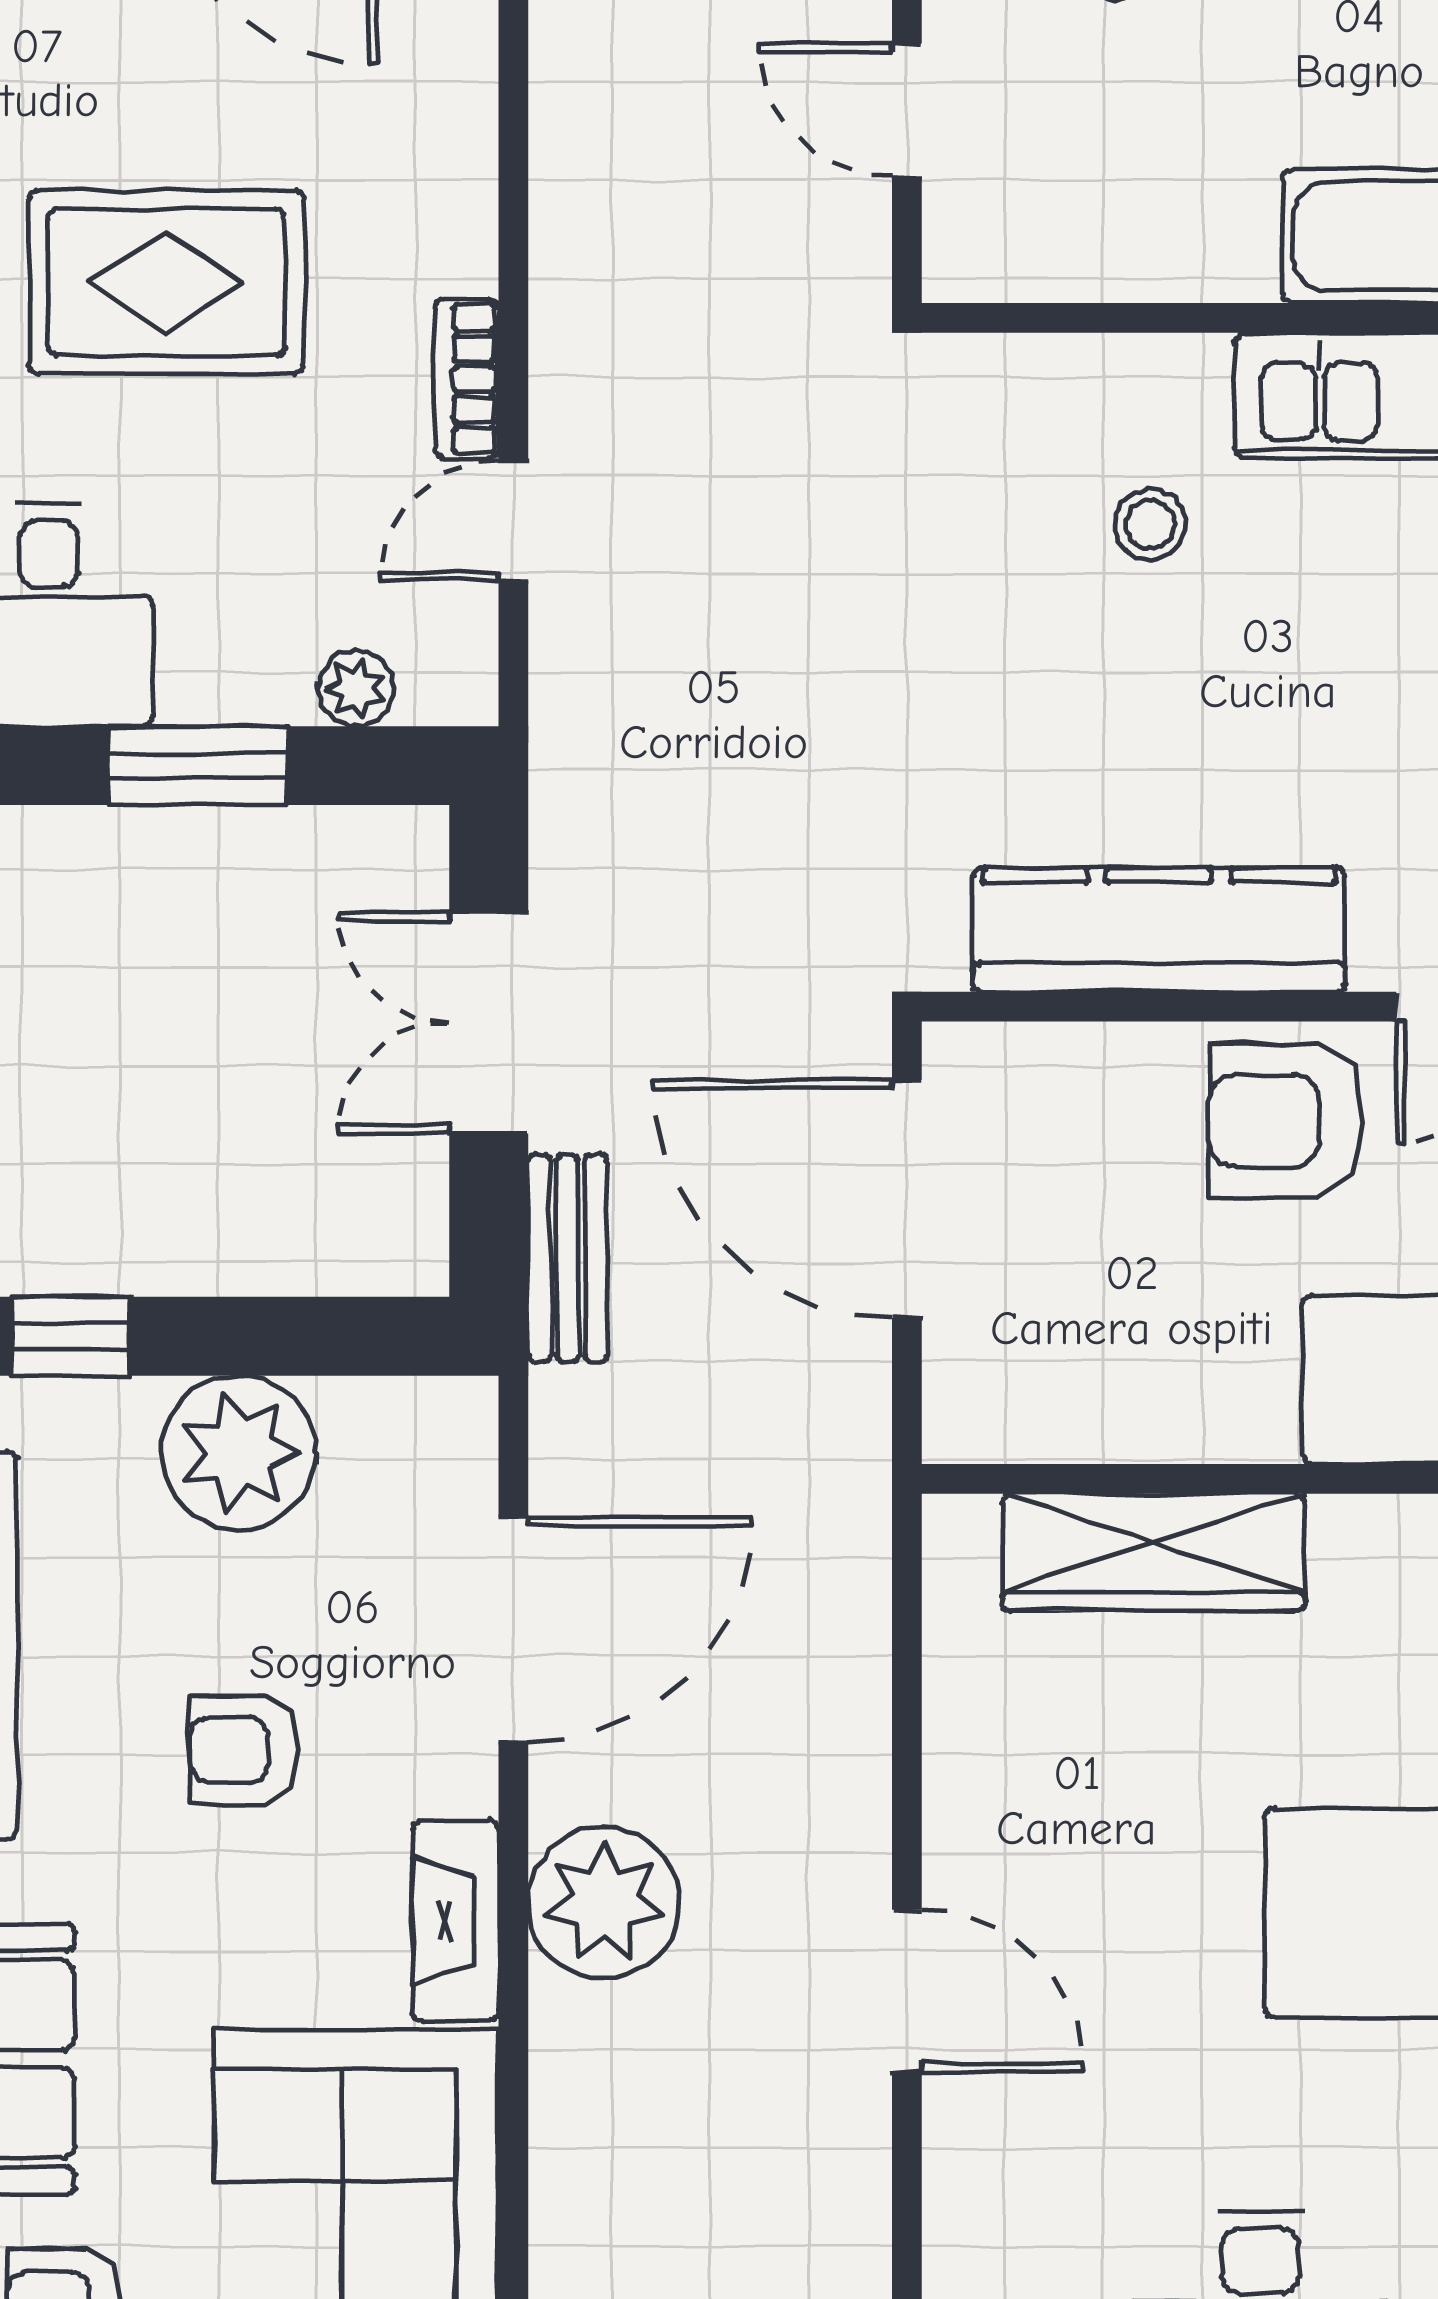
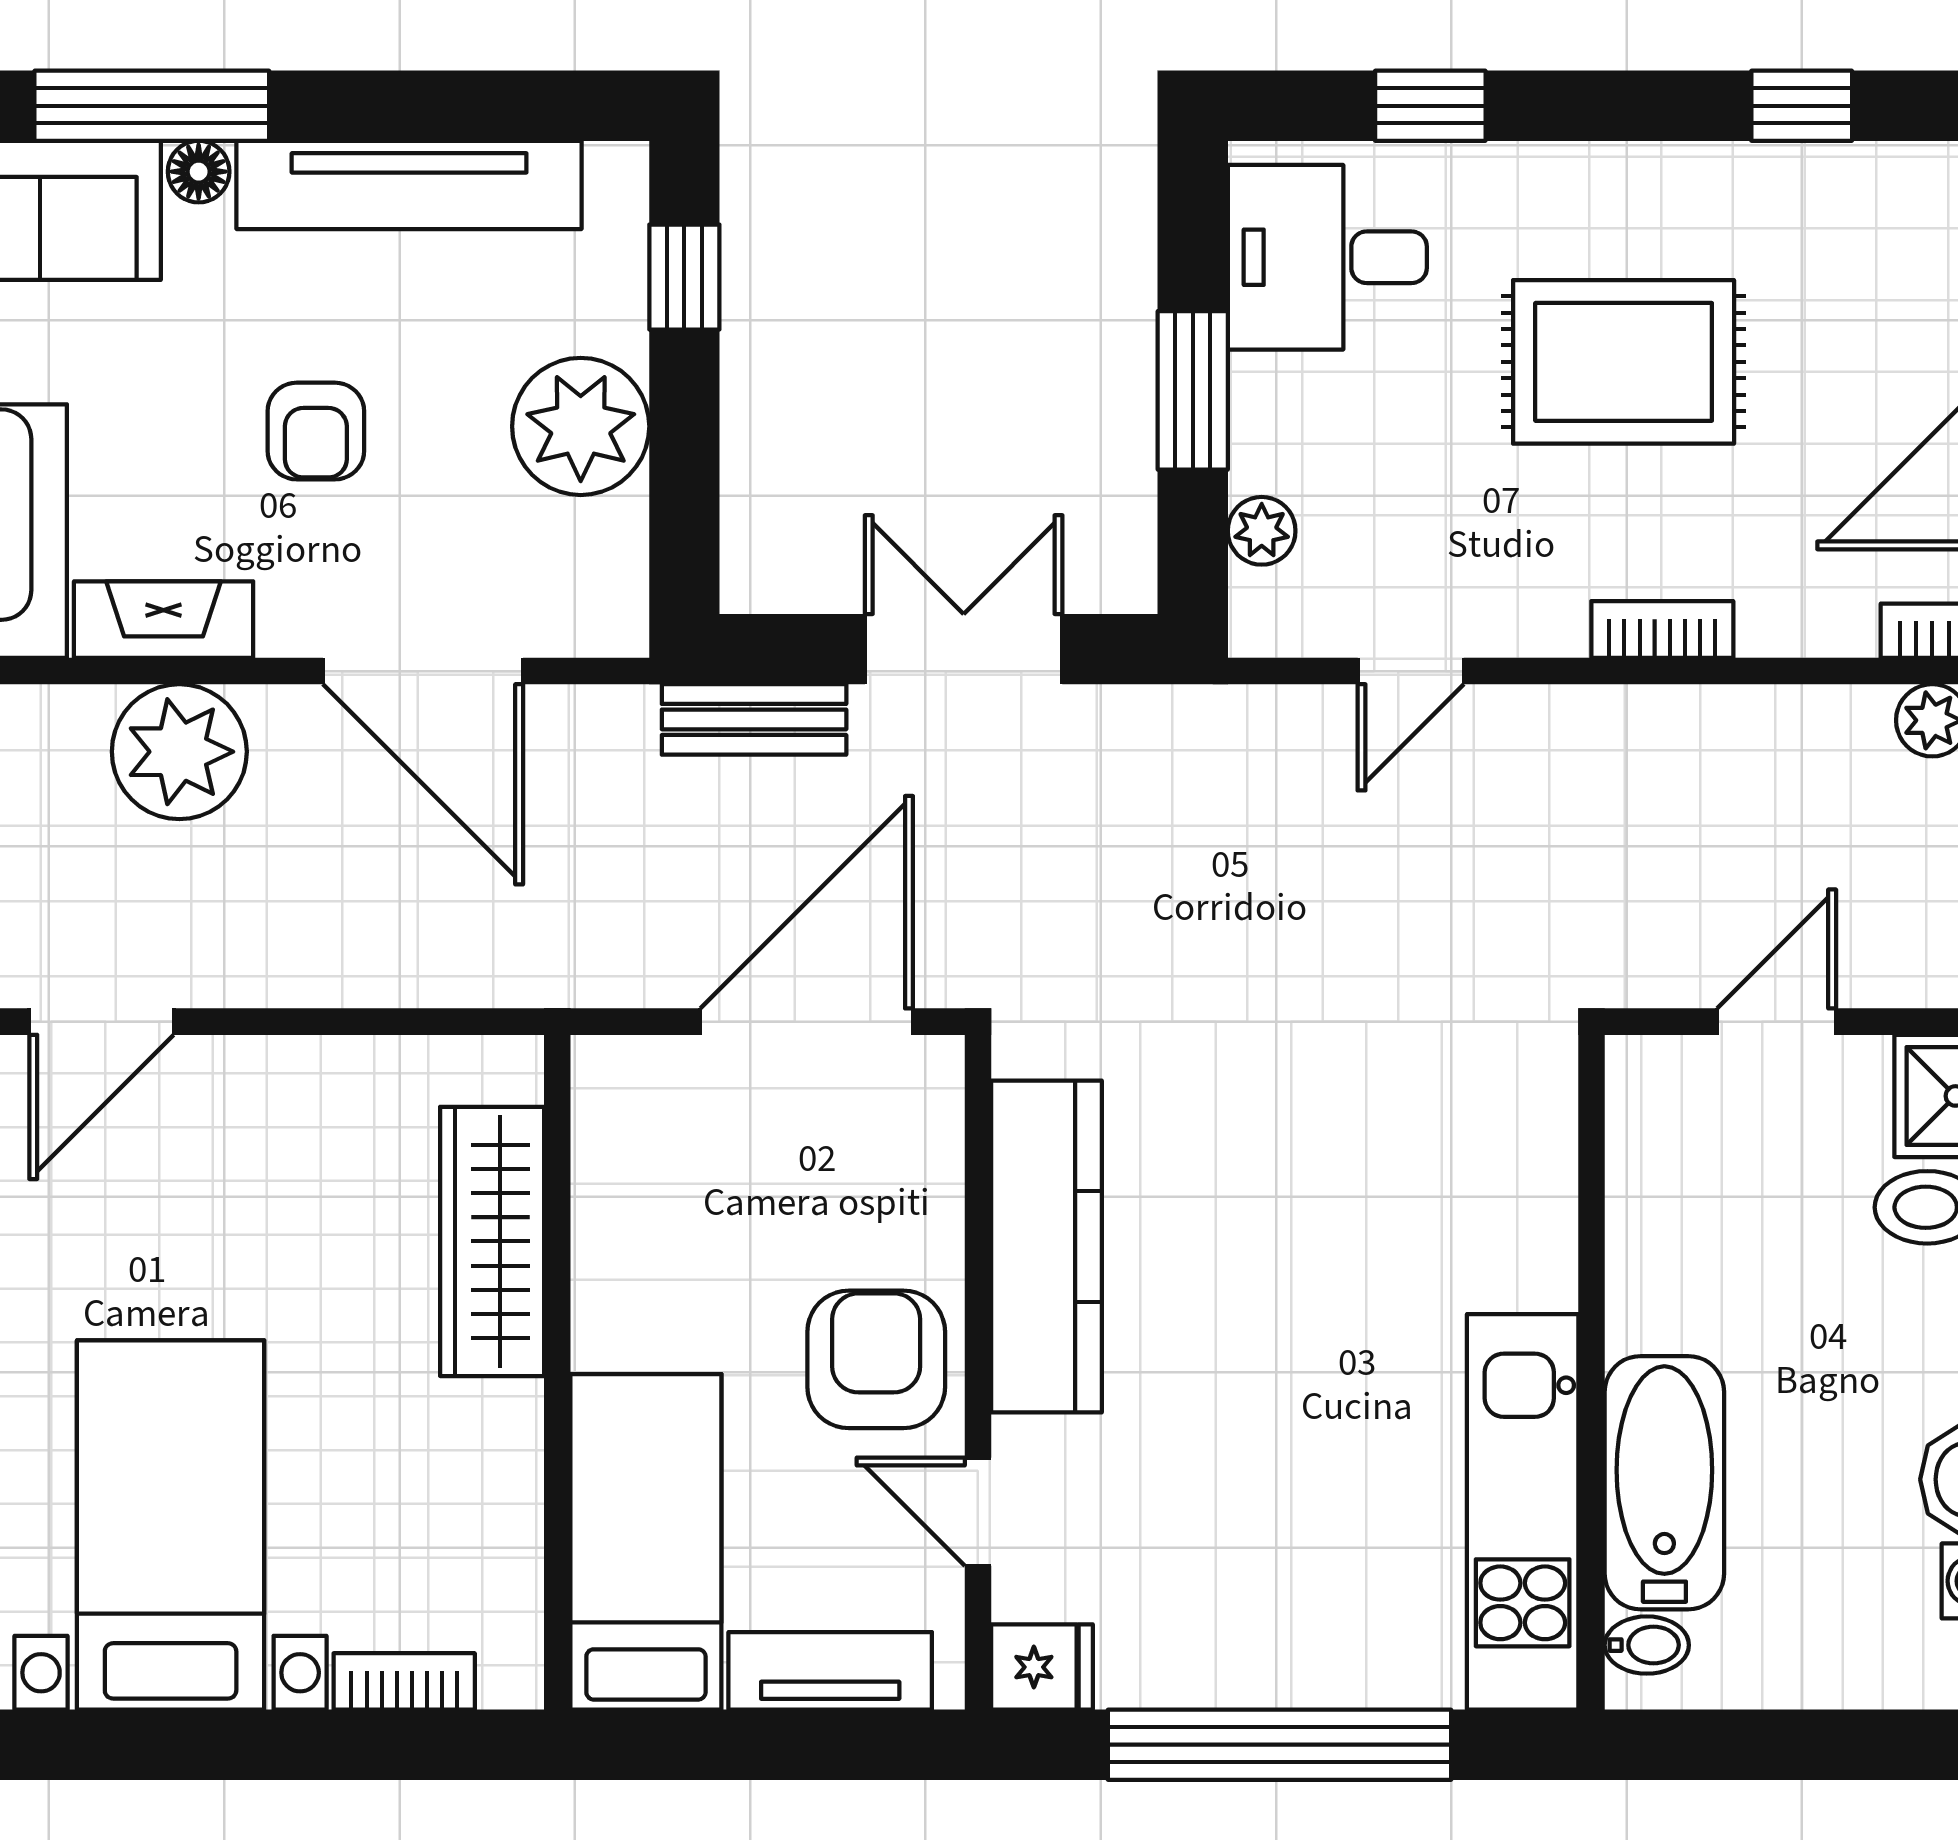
rug: (166, 282) -> (1624, 362), turned 90
bookcase: (467, 379) -> (1662, 629), moved
door: (513, 521) -> (1411, 671), swing flipped
stool: (1150, 525) -> (1408, 1238), removed
armchair: (244, 1750) -> (316, 431), turned 180

